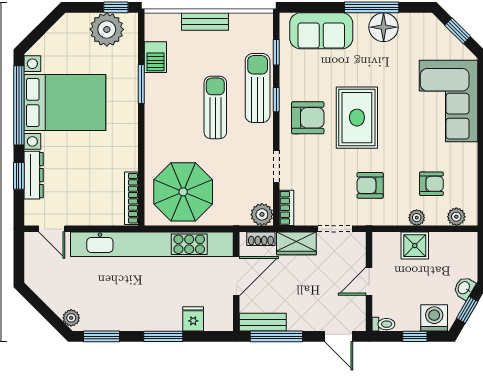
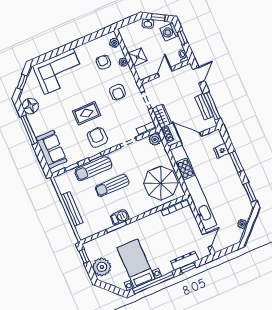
bench: (205, 22) -> (72, 209), width x1.36
floor lamp: (384, 27) -> (30, 106), moved
plant: (107, 29) -> (102, 267), moved
barbecue: (155, 57) -> (120, 217), moved
bed with nightstands: (65, 103) -> (136, 263), width x0.73
rug: (357, 118) -> (87, 113), width x0.73, depth x0.70
door: (369, 281) -> (165, 72), swing flipped
plant: (71, 318) -> (242, 224), moved
bench: (263, 322) -> (204, 107), moved

